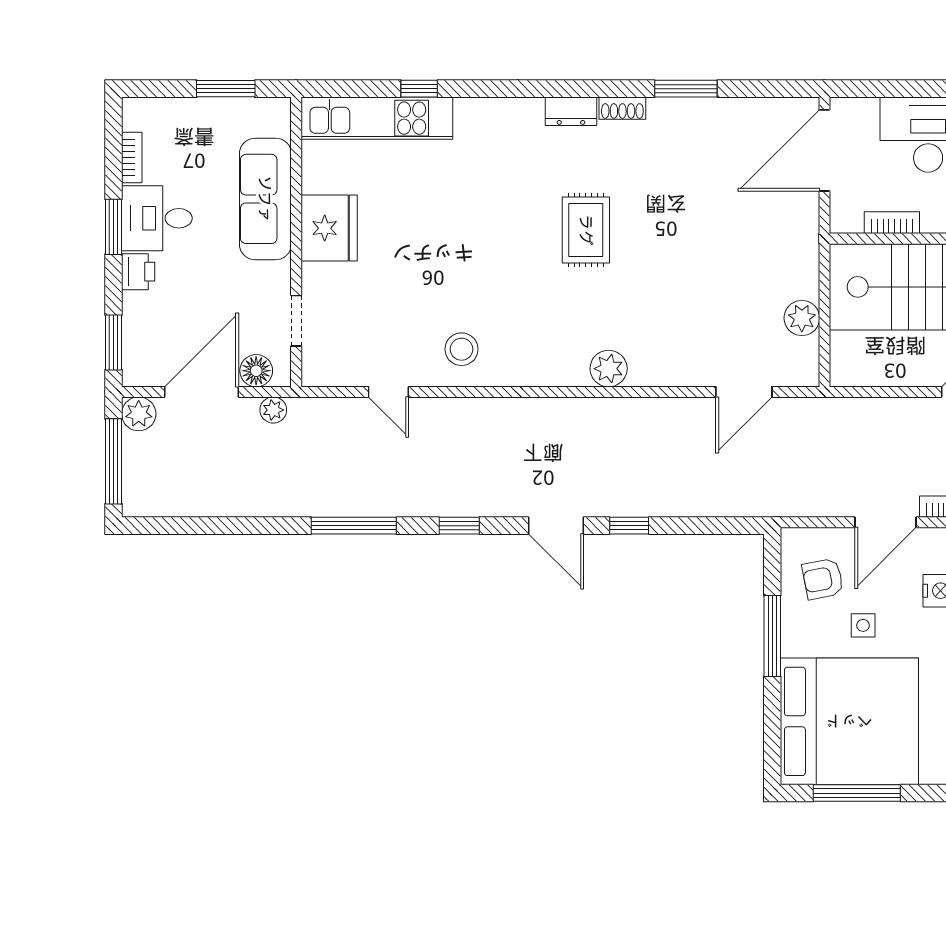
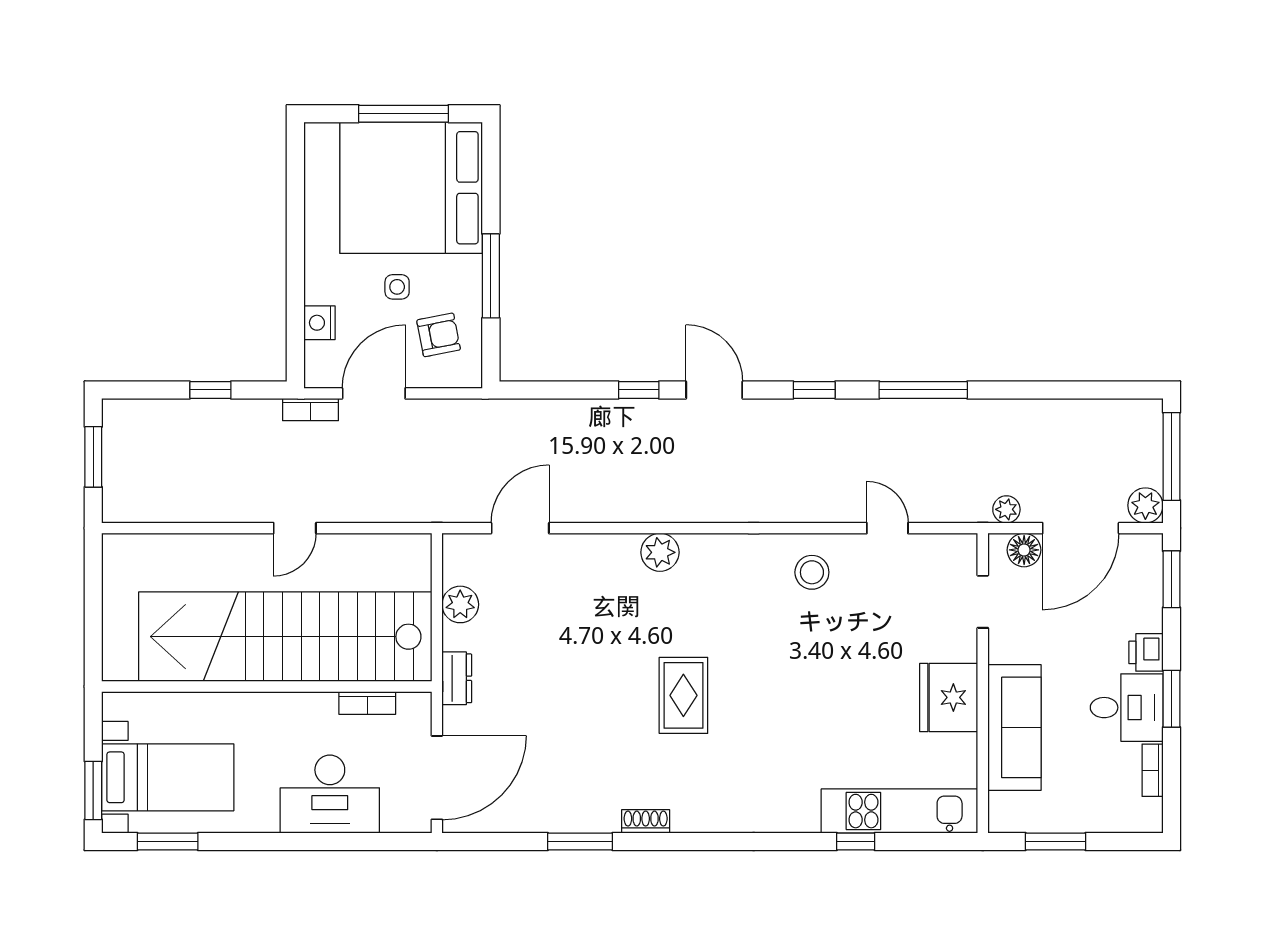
dresser: (571, 111) -> (457, 678), moved, turned 90

